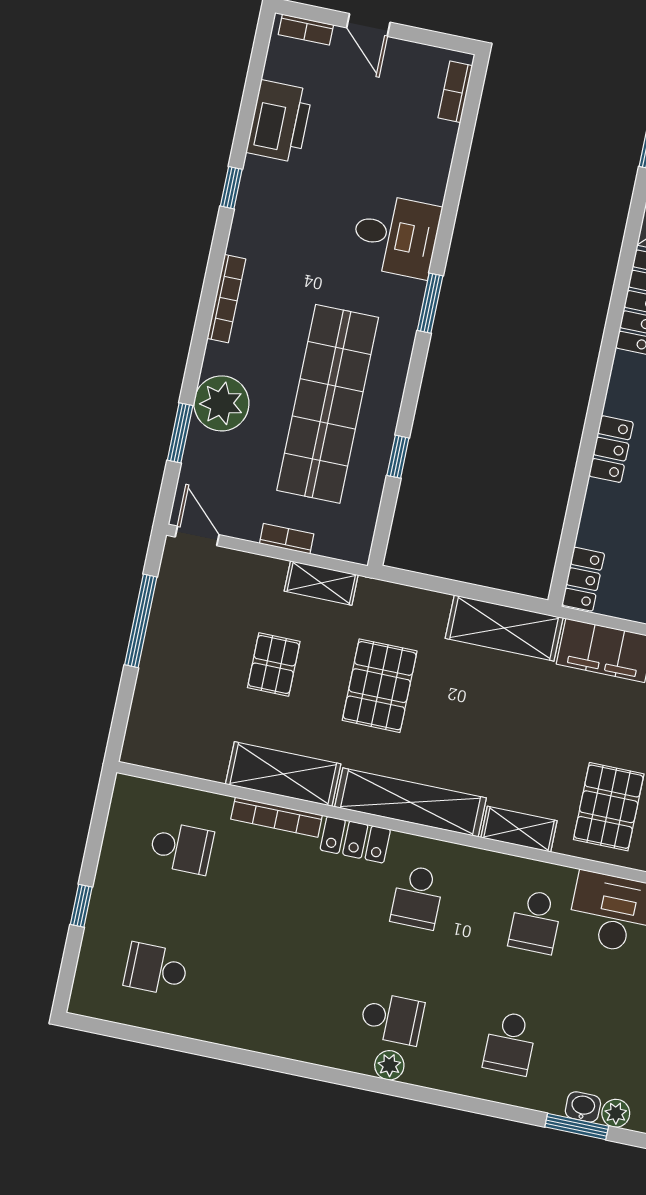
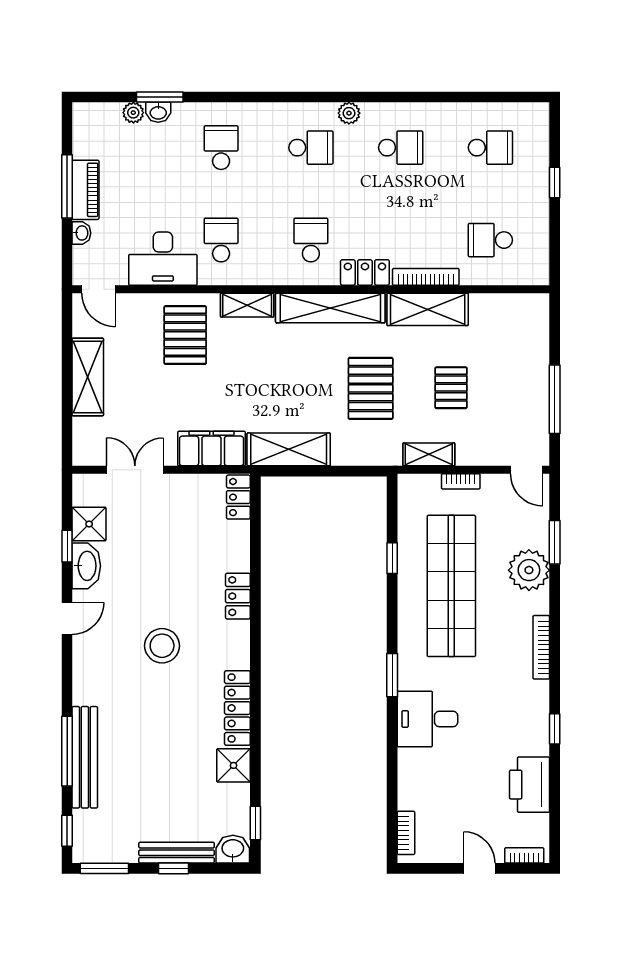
school desk: (274, 994) -> (401, 148), added
school desk: (392, 1019) -> (311, 148), turned 180
plant: (389, 1065) -> (349, 113), moved

